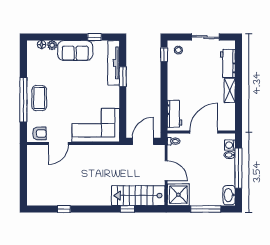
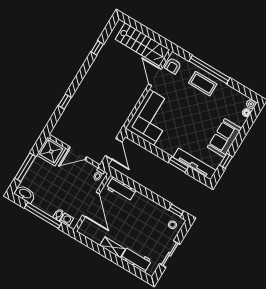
plant: (52, 45) -> (251, 104), moved
stairs: (138, 196) -> (142, 44), moved, turned 90

